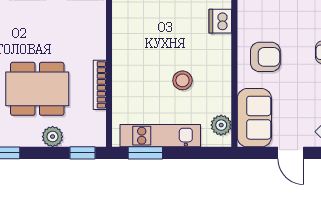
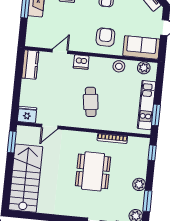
cafe table: (156, 43) -> (91, 102), added
stool: (182, 80) -> (119, 66), moved
dining table: (37, 89) -> (93, 171), moved
plant: (53, 137) -> (139, 184), moved

